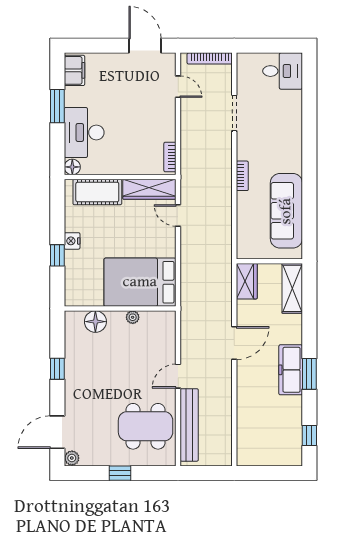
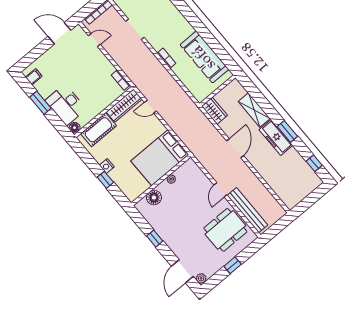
filing cabinet: (74, 70) -> (34, 77), width x0.50
shelving: (292, 288) -> (254, 110), moved

